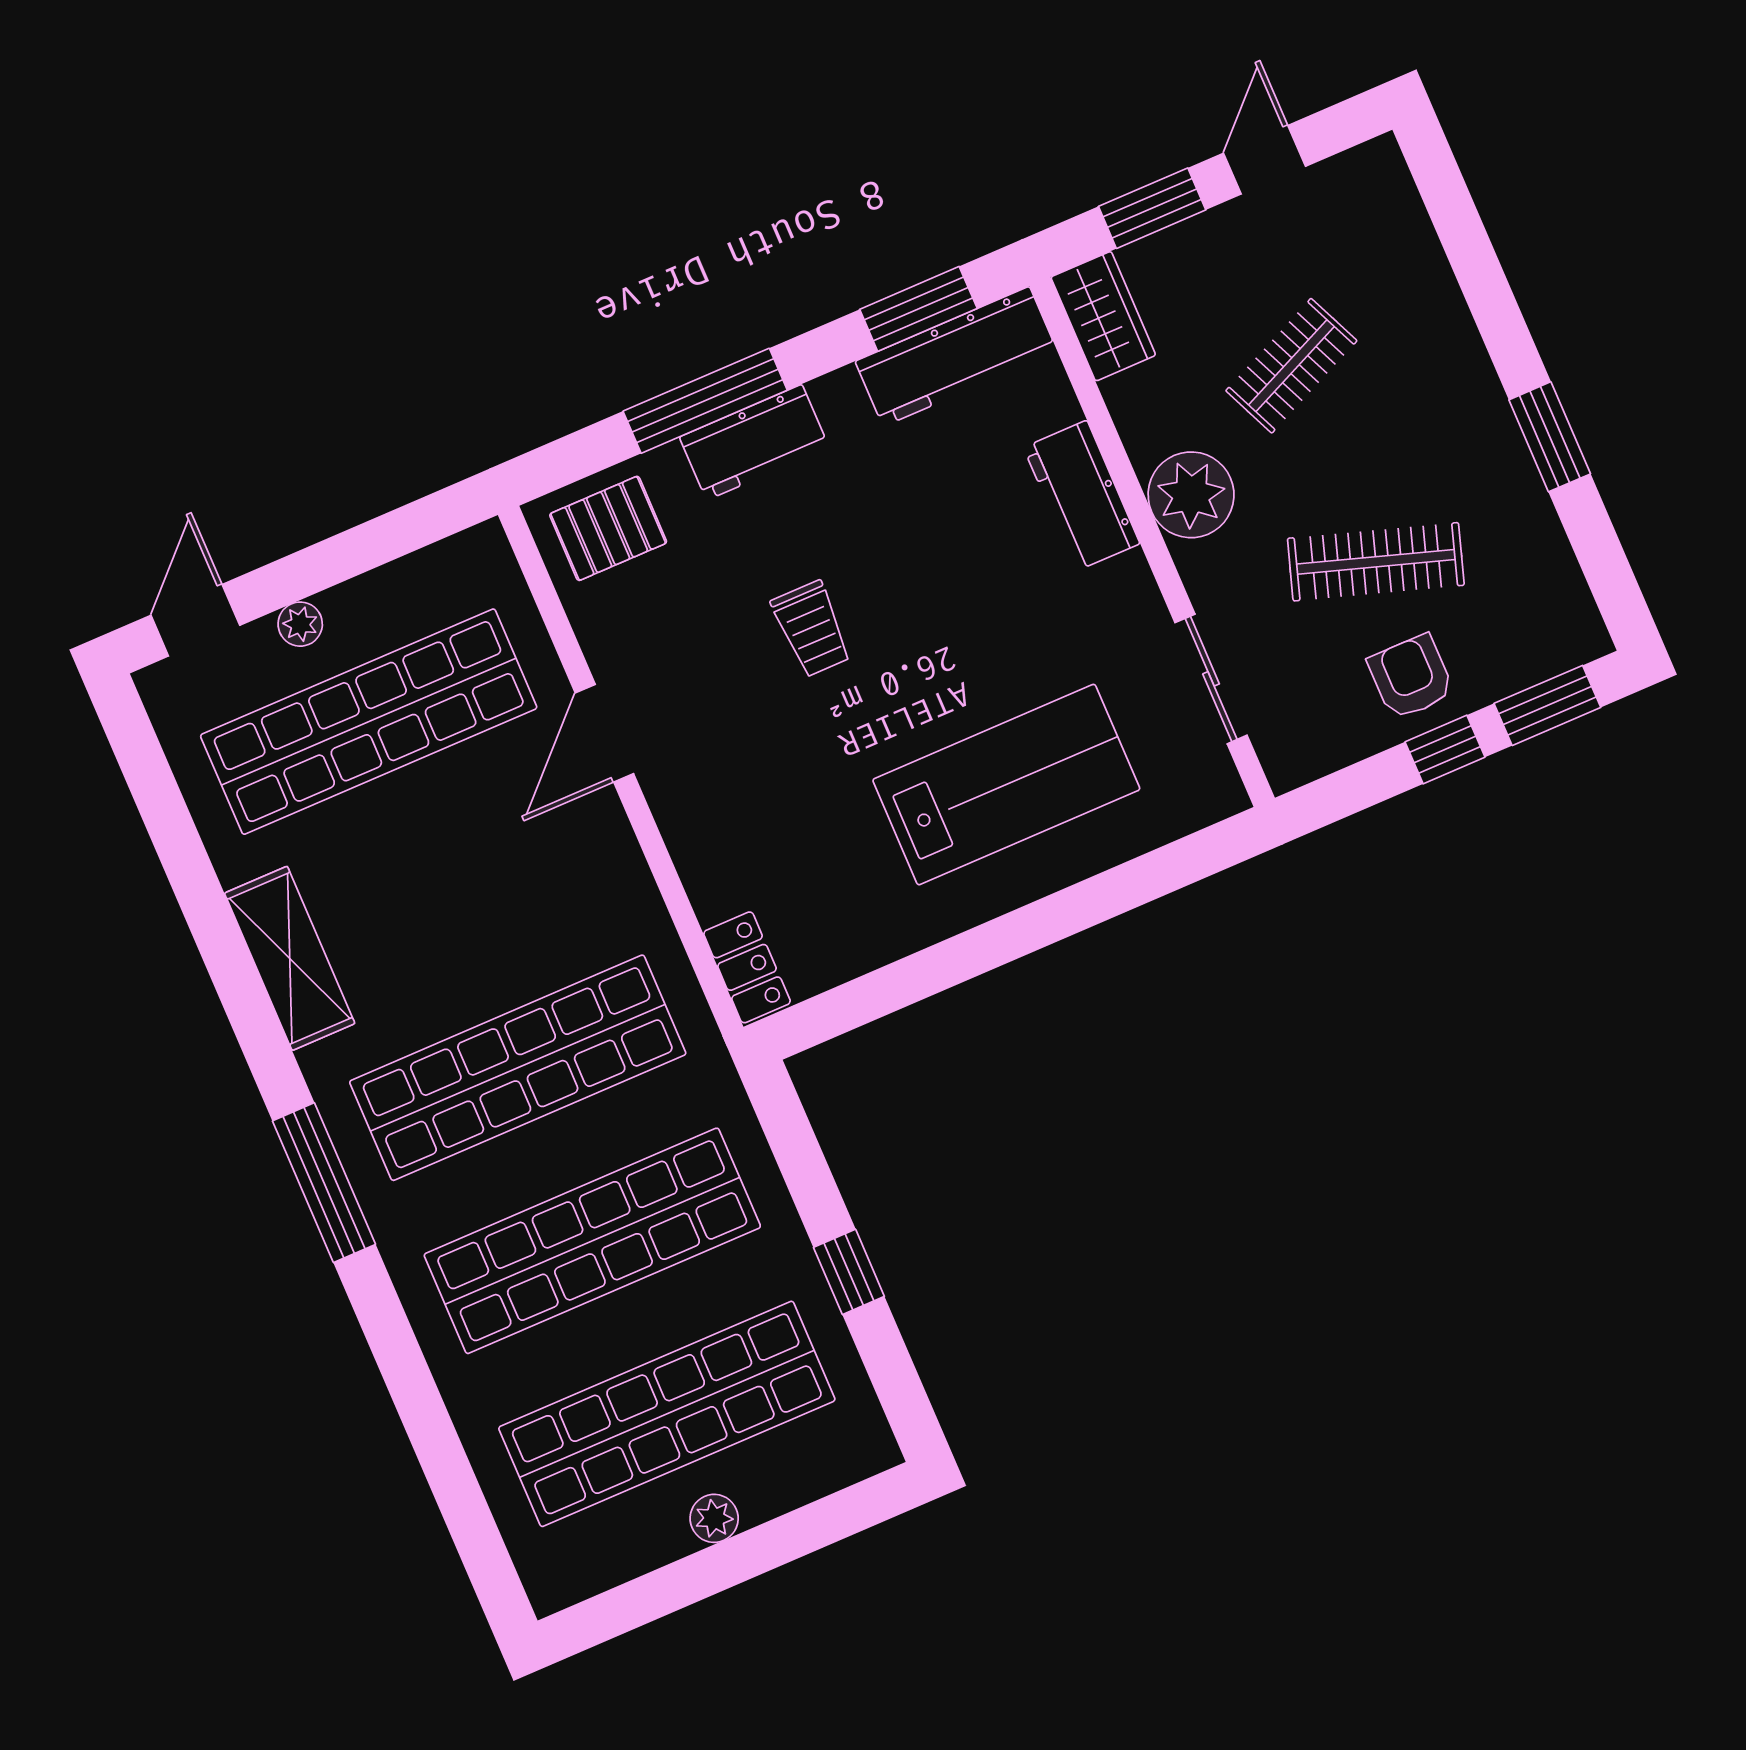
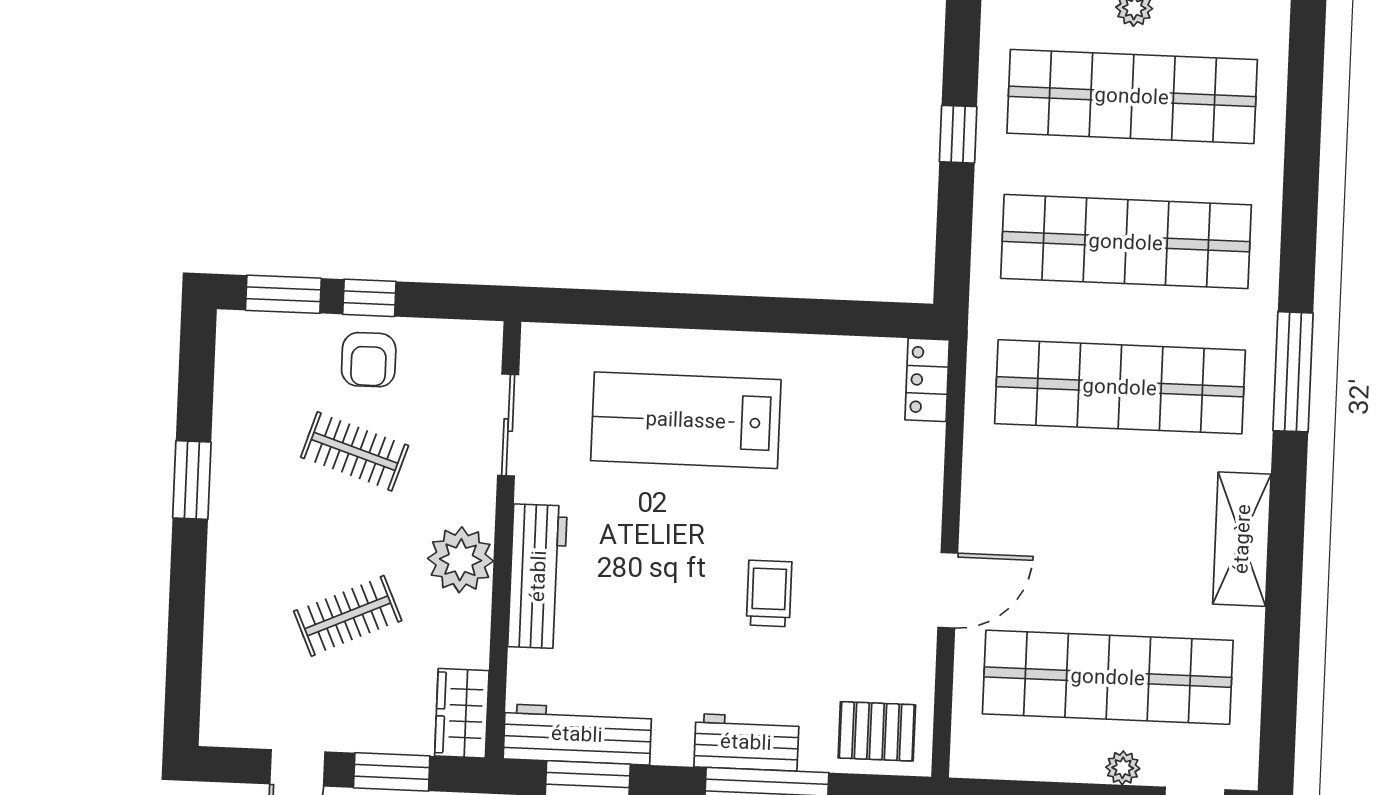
workbench: (1082, 496) -> (538, 576), width x1.38
clothes rail: (1376, 562) -> (355, 451), width x0.73

